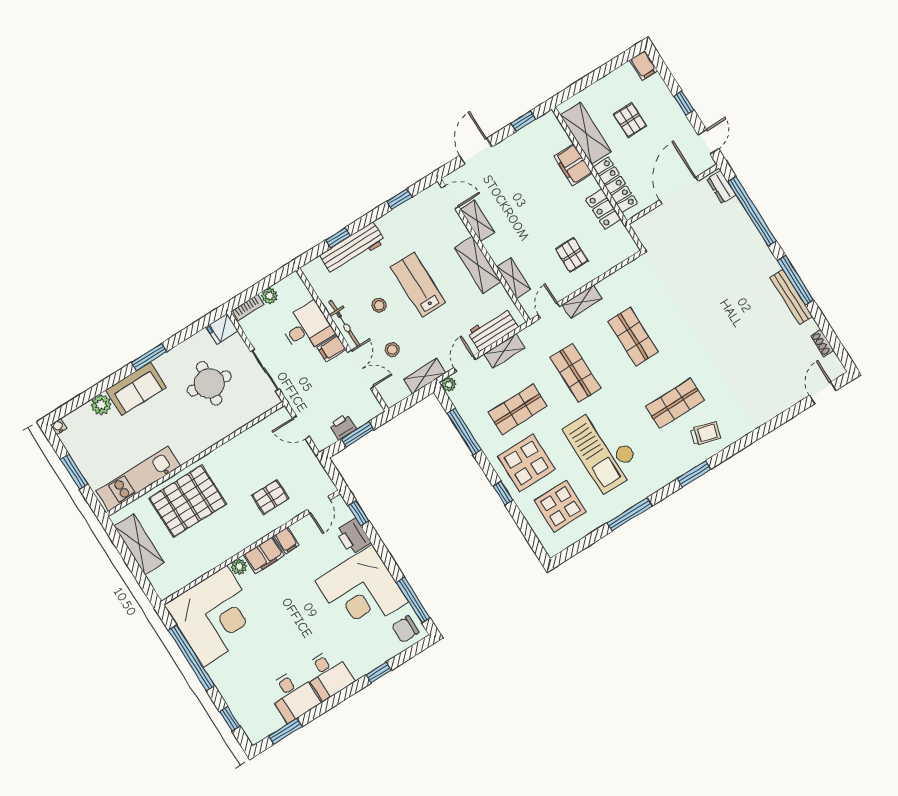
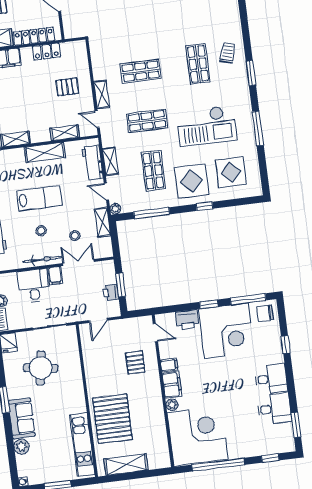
lab bench: (418, 285) -> (39, 198), turned 180
window: (358, 513) -> (209, 304), moved
chair: (405, 629) -> (265, 313), turned 90

